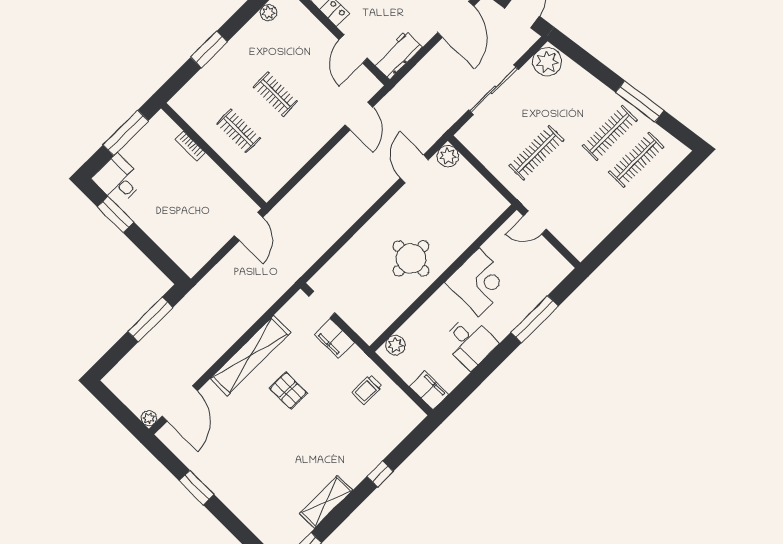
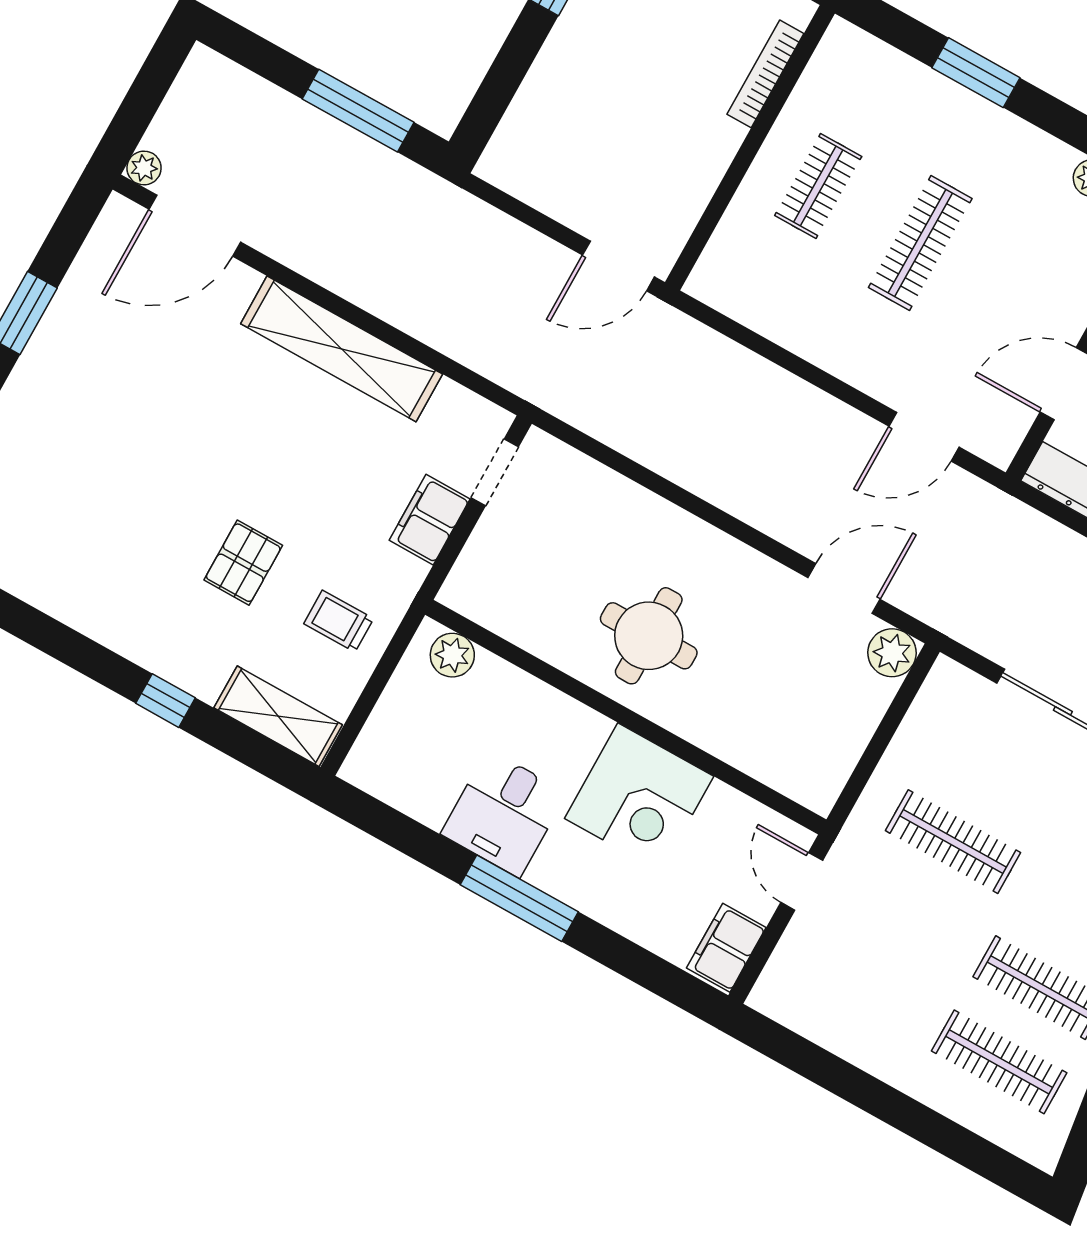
clothes rail: (275, 94) -> (920, 243), width x1.36
bookcase: (190, 146) -> (765, 74), width x1.56
window: (535, 319) -> (519, 898), moved
filing cabinet: (429, 390) -> (726, 948), moved, turned 180
pallet: (288, 391) -> (243, 563), moved
shelving: (326, 502) -> (278, 716), moved

